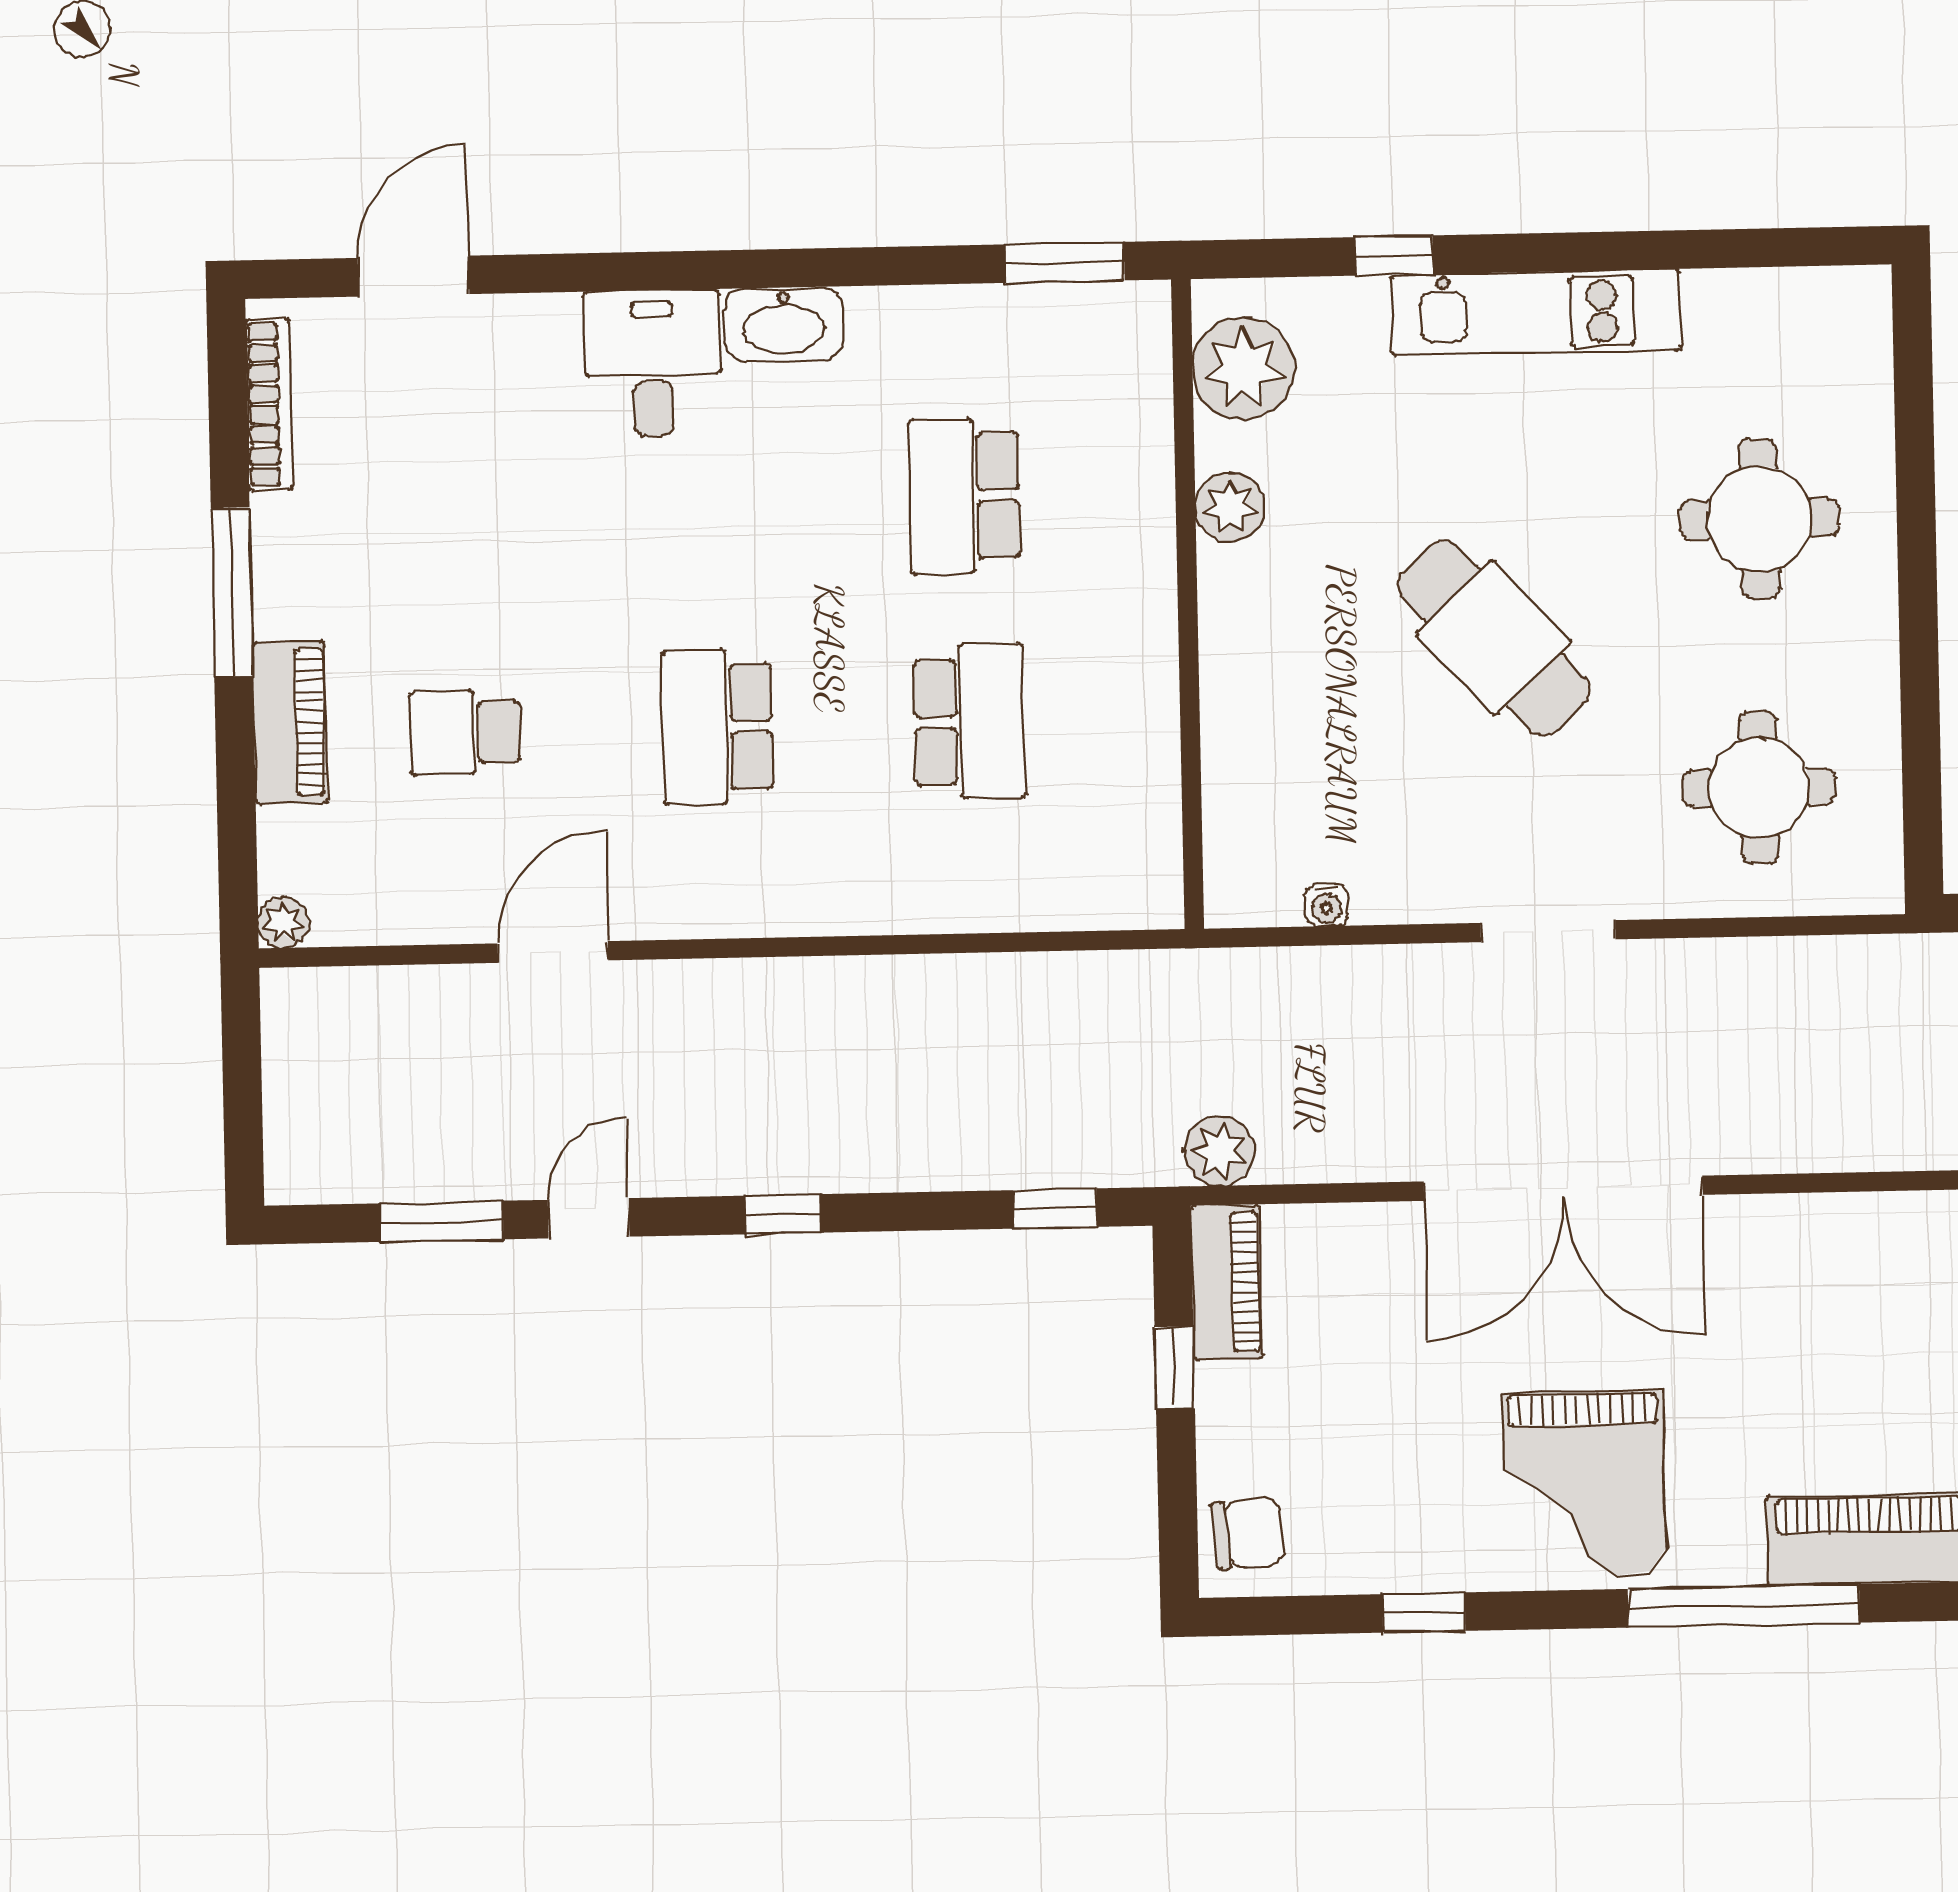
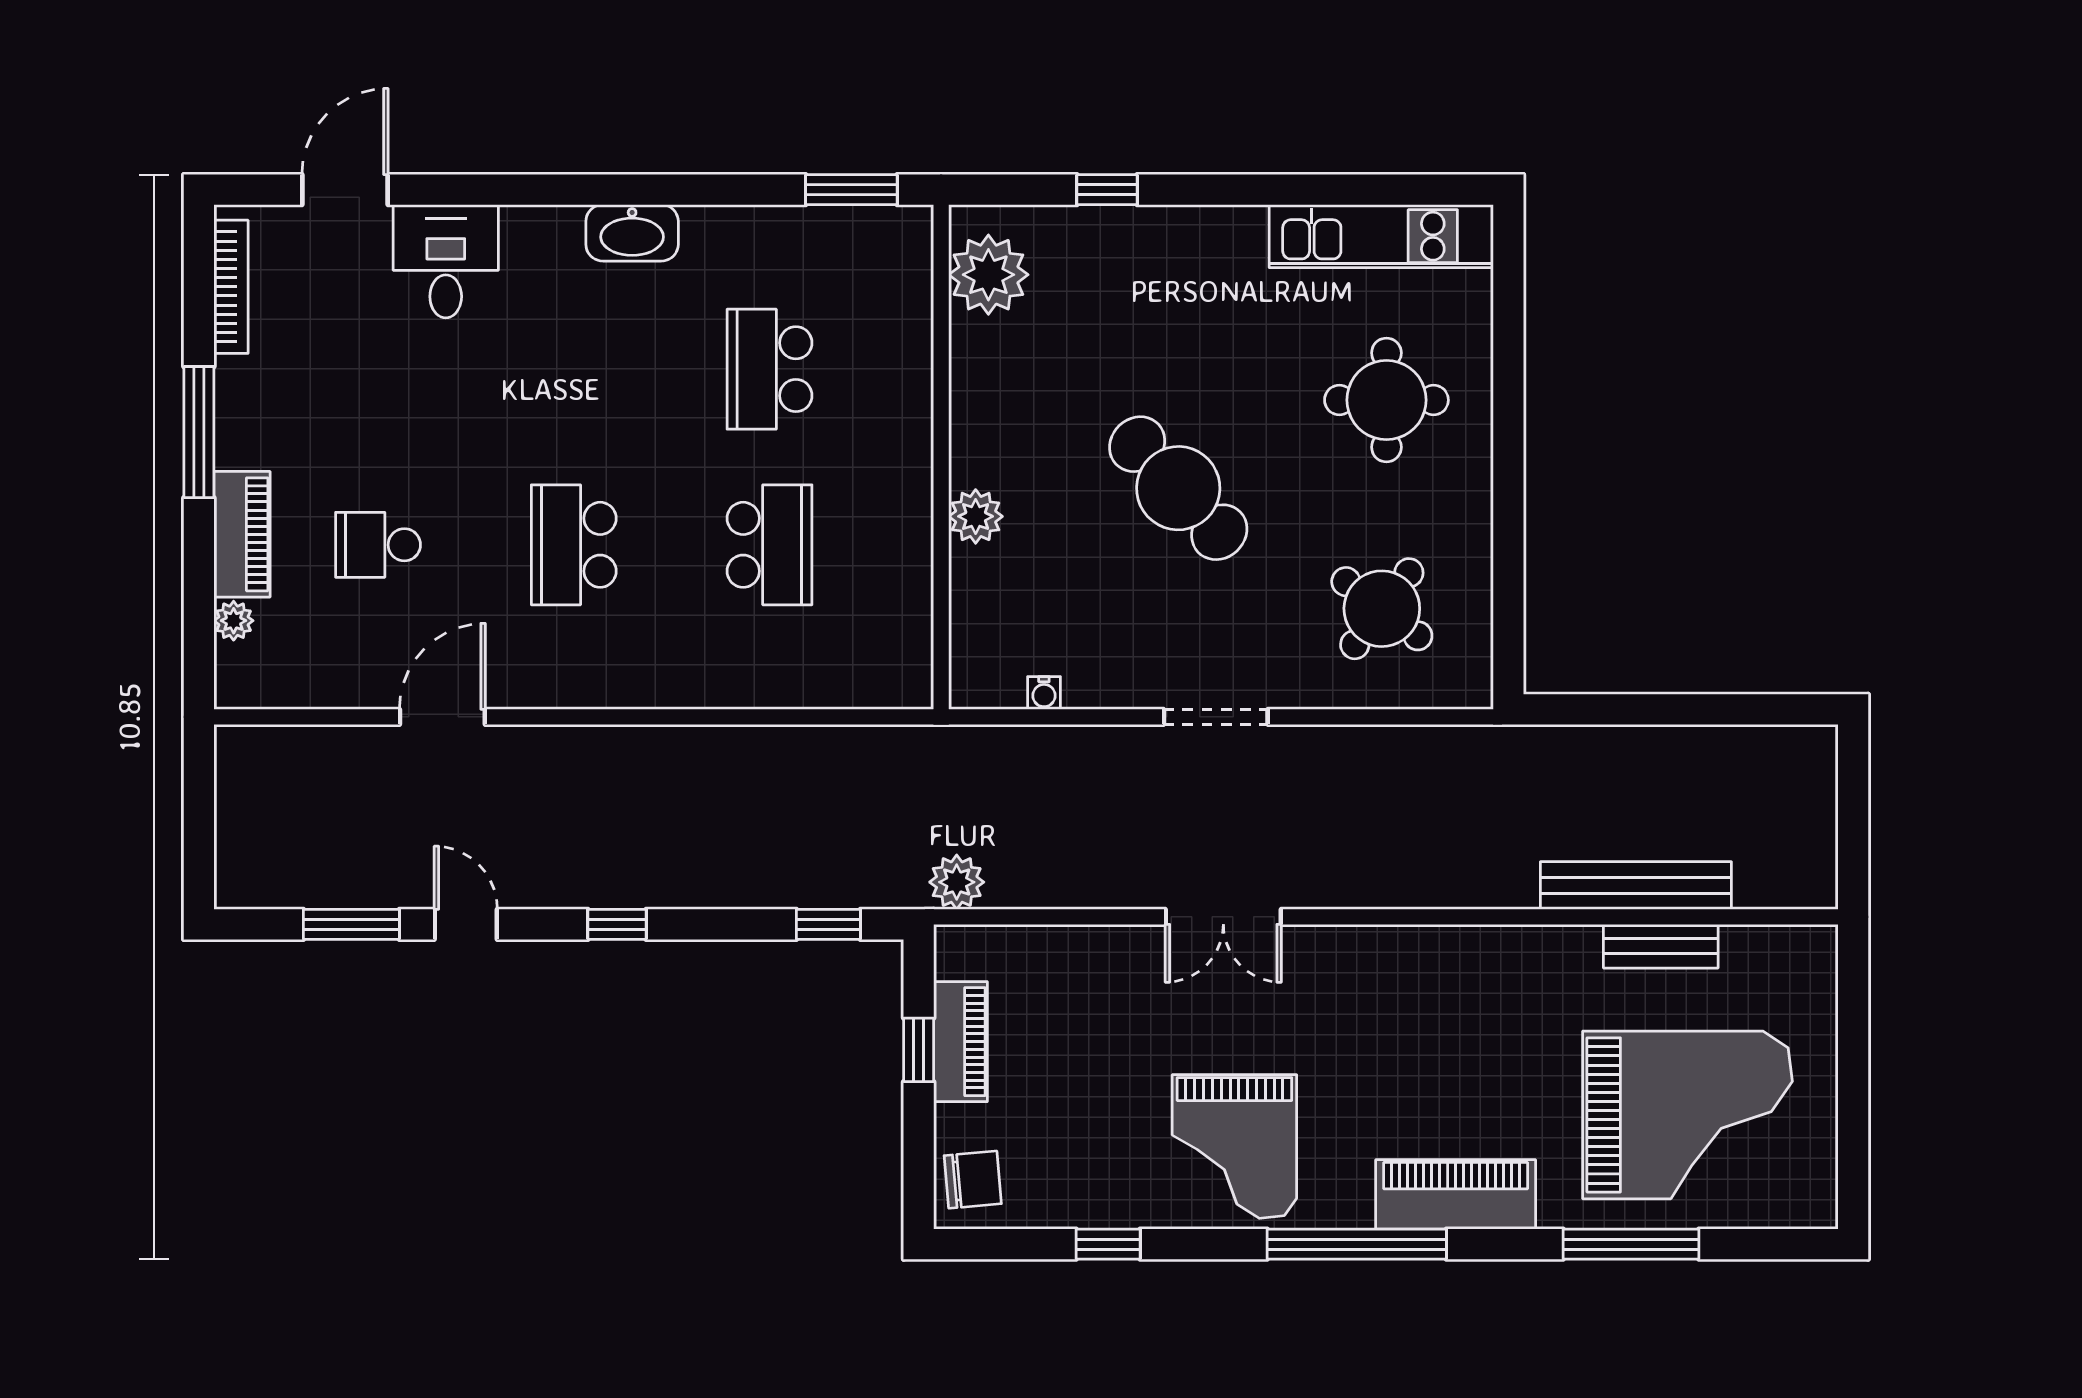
kitchen unit: (1536, 313) -> (1381, 236), moved
desk: (652, 363) -> (446, 261), moved
plant: (1230, 507) -> (976, 516), moved
round table: (1759, 787) -> (1382, 609), turned 37
plant: (283, 923) -> (234, 621), moved
double door: (1563, 1188) -> (1223, 917), width x0.54
door: (589, 1218) -> (466, 924), hinge flipped
piano: (1227, 1282) -> (960, 1042), moved

